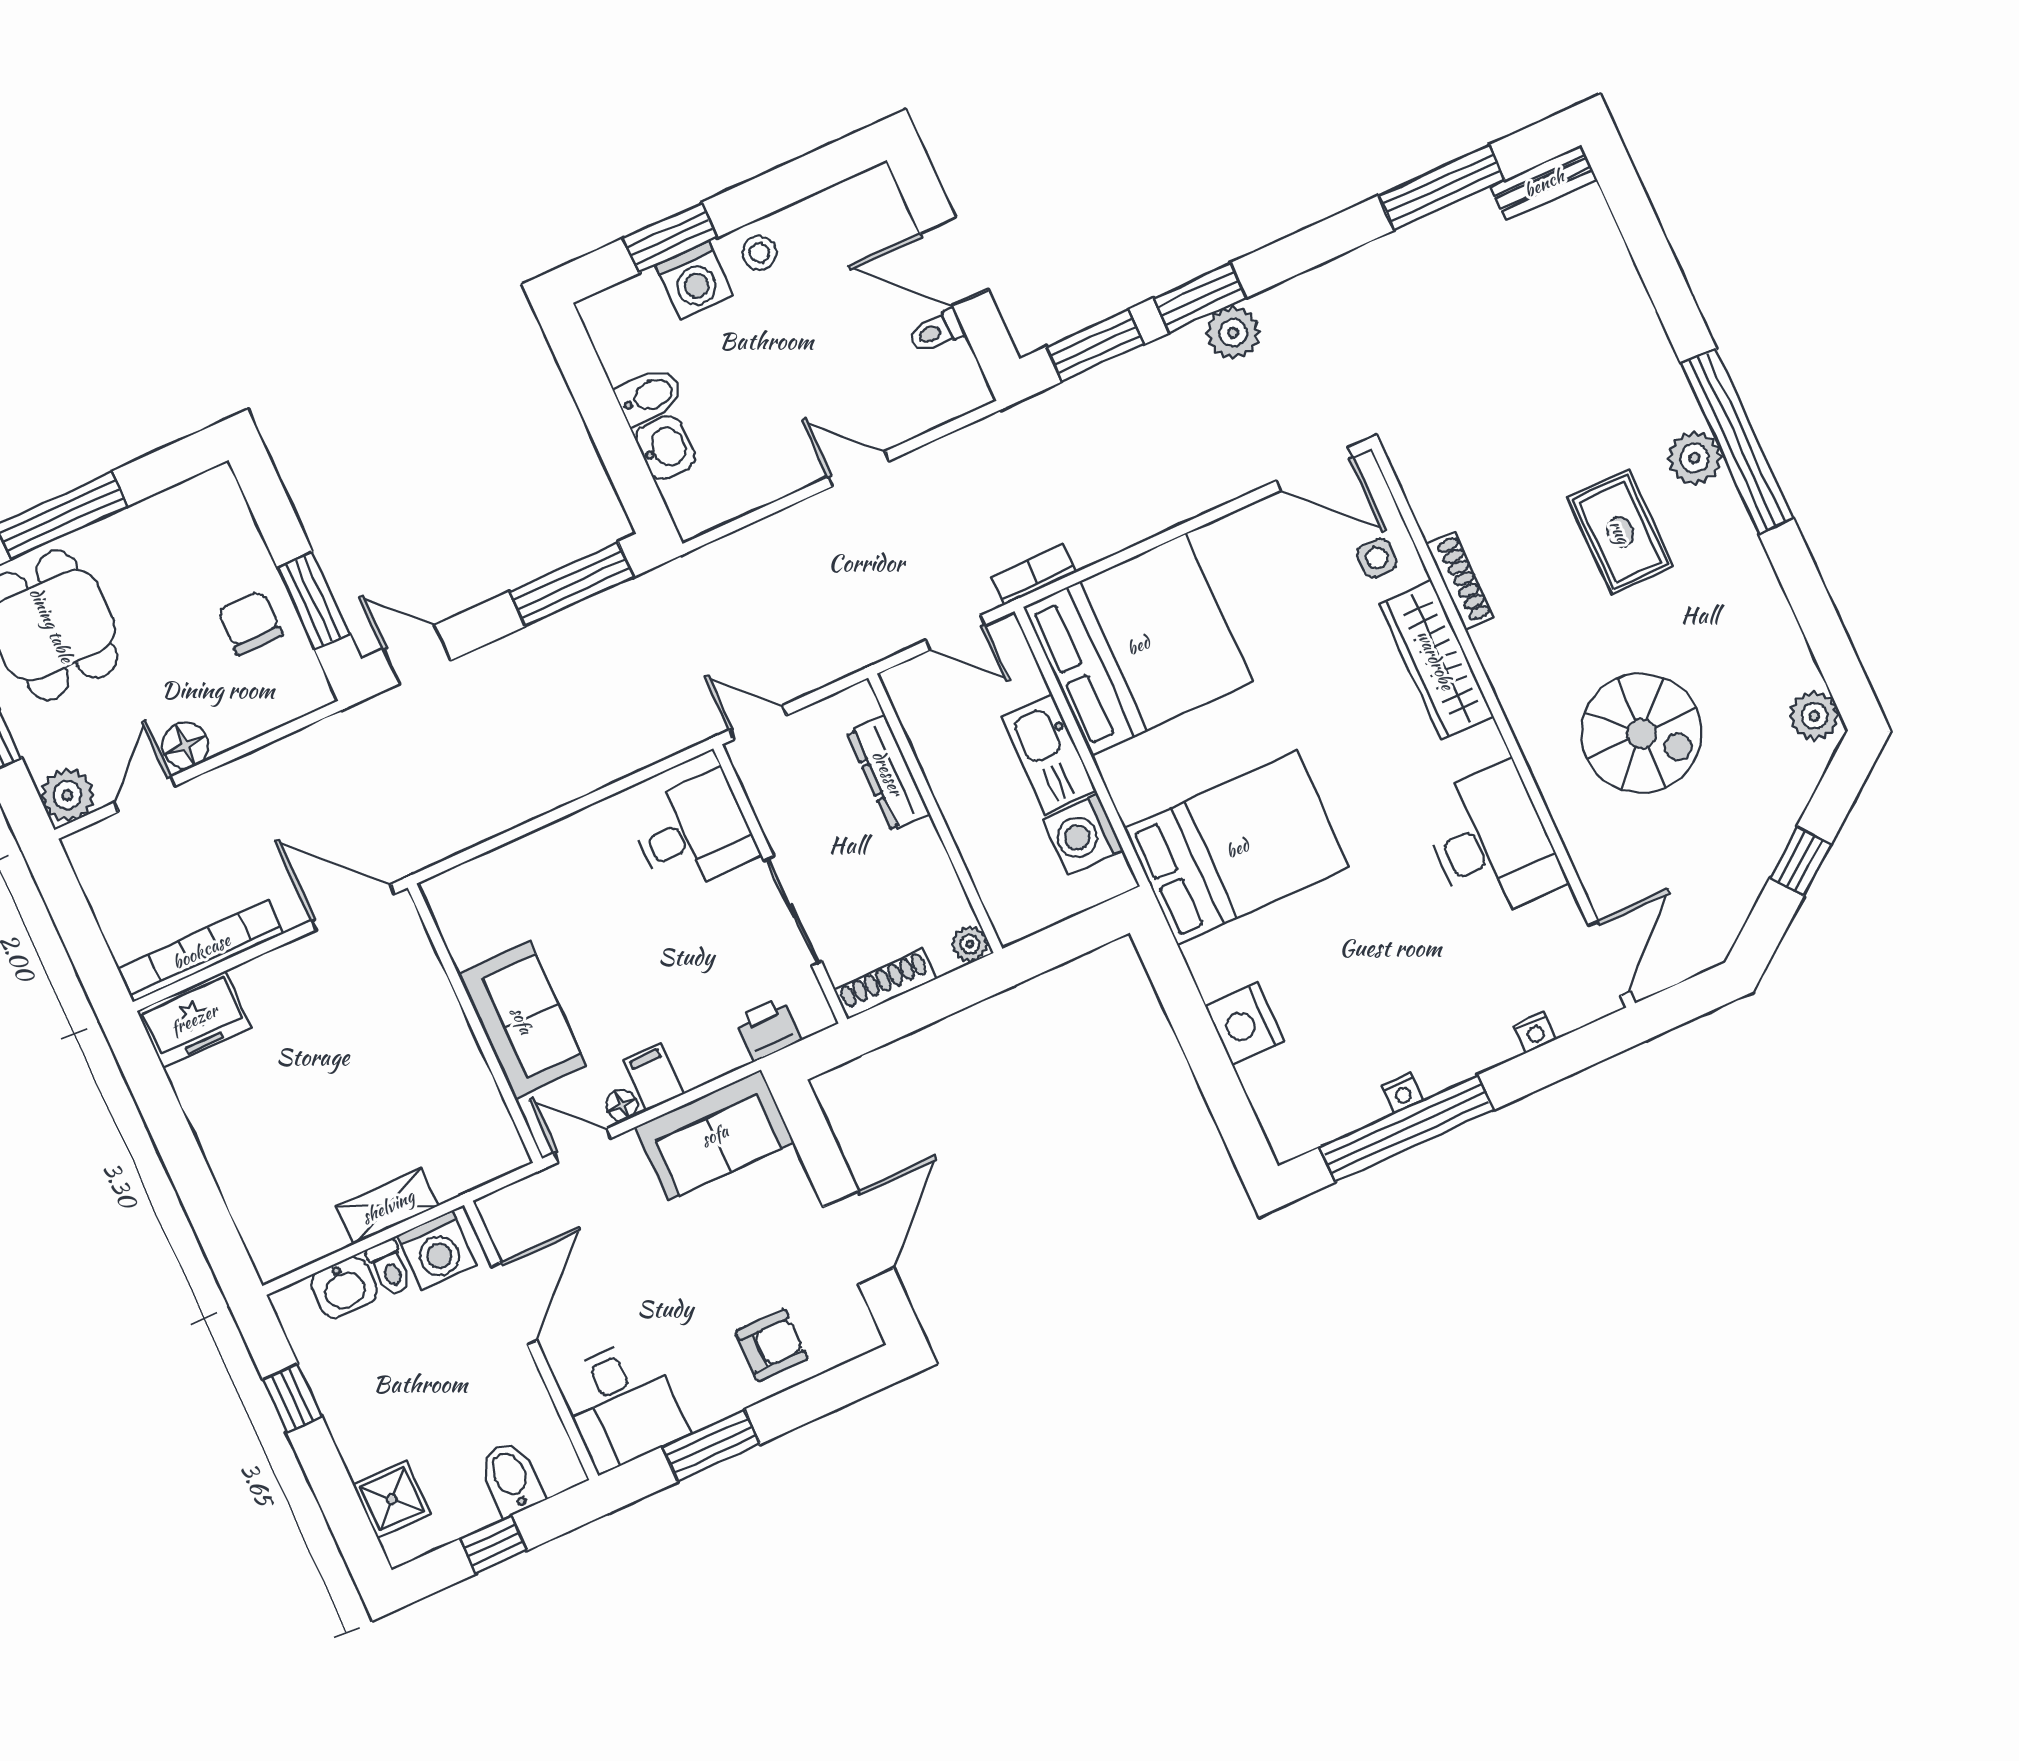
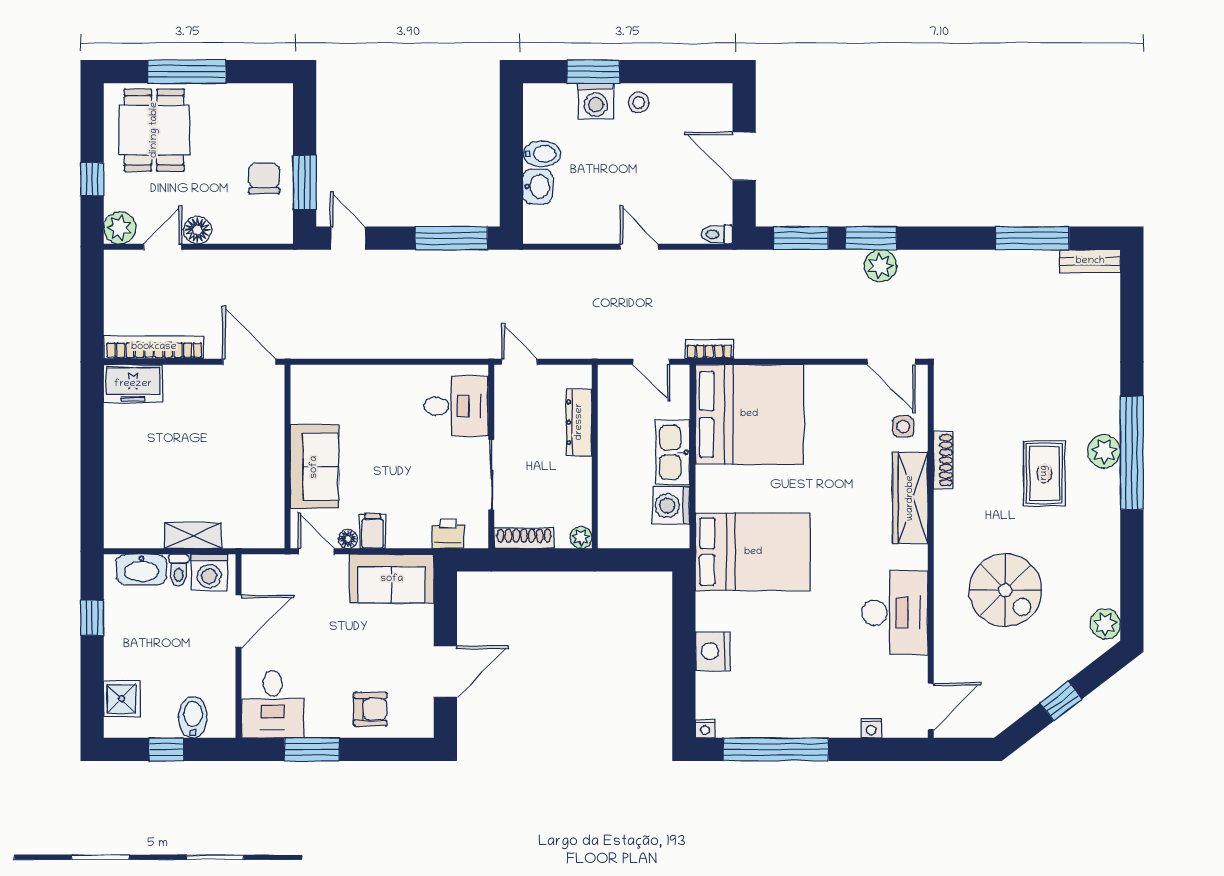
toilet: (937, 331) -> (717, 234), moved
nightstand: (1402, 1093) -> (705, 729), moved
washbasin: (344, 1287) -> (141, 569), width x1.38

